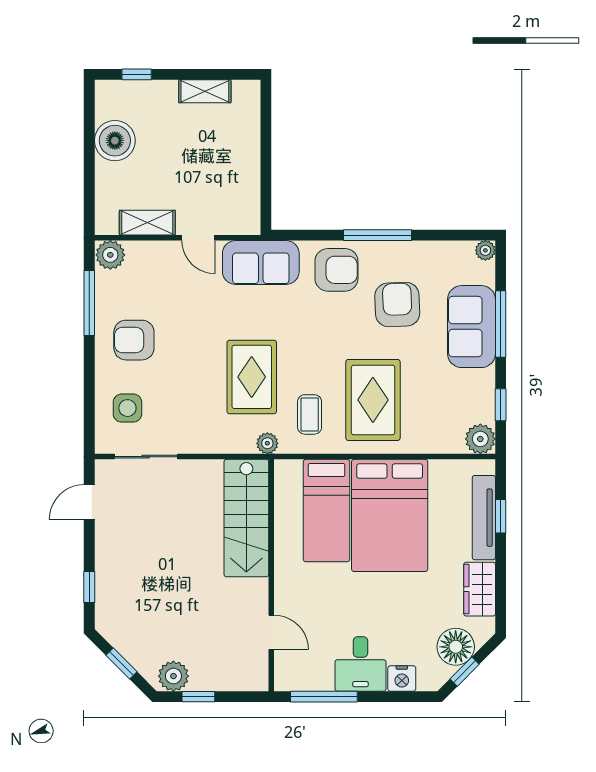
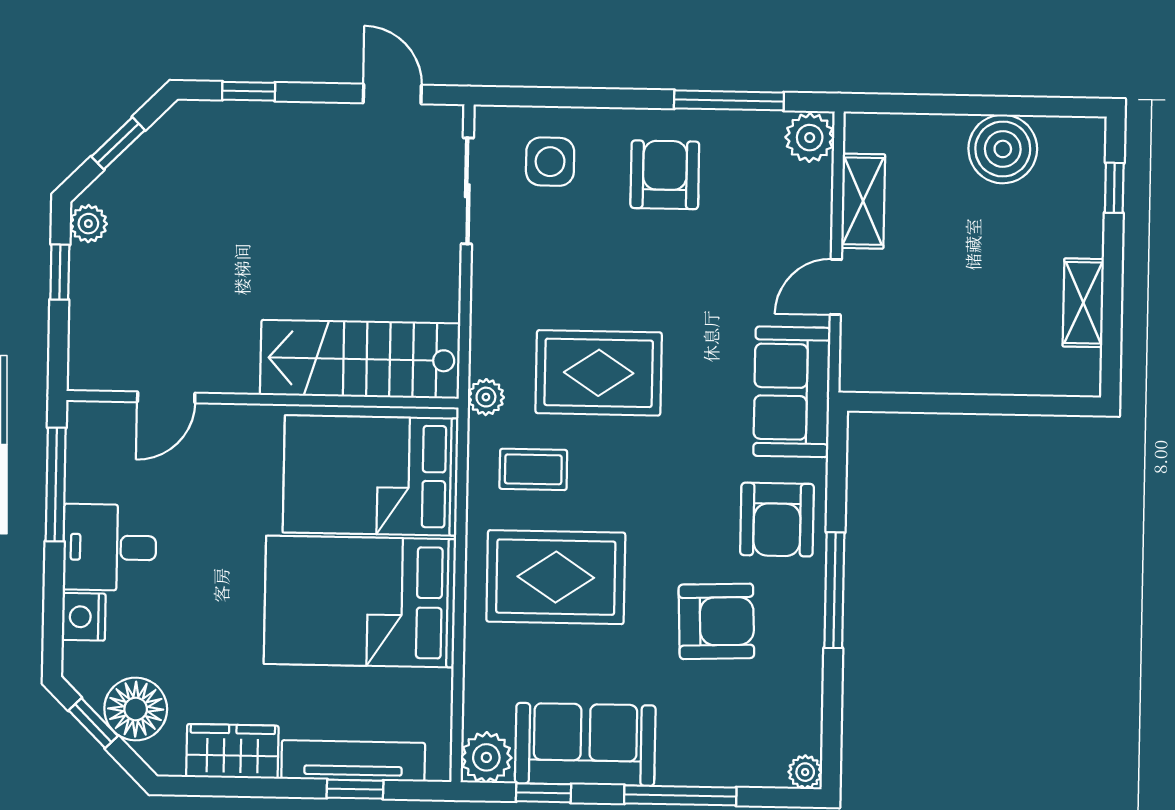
sofa: (472, 327) -> (585, 744), moved
bed: (327, 511) -> (371, 475), width x1.50
plant: (173, 676) -> (88, 224), width x0.73, depth x0.73

